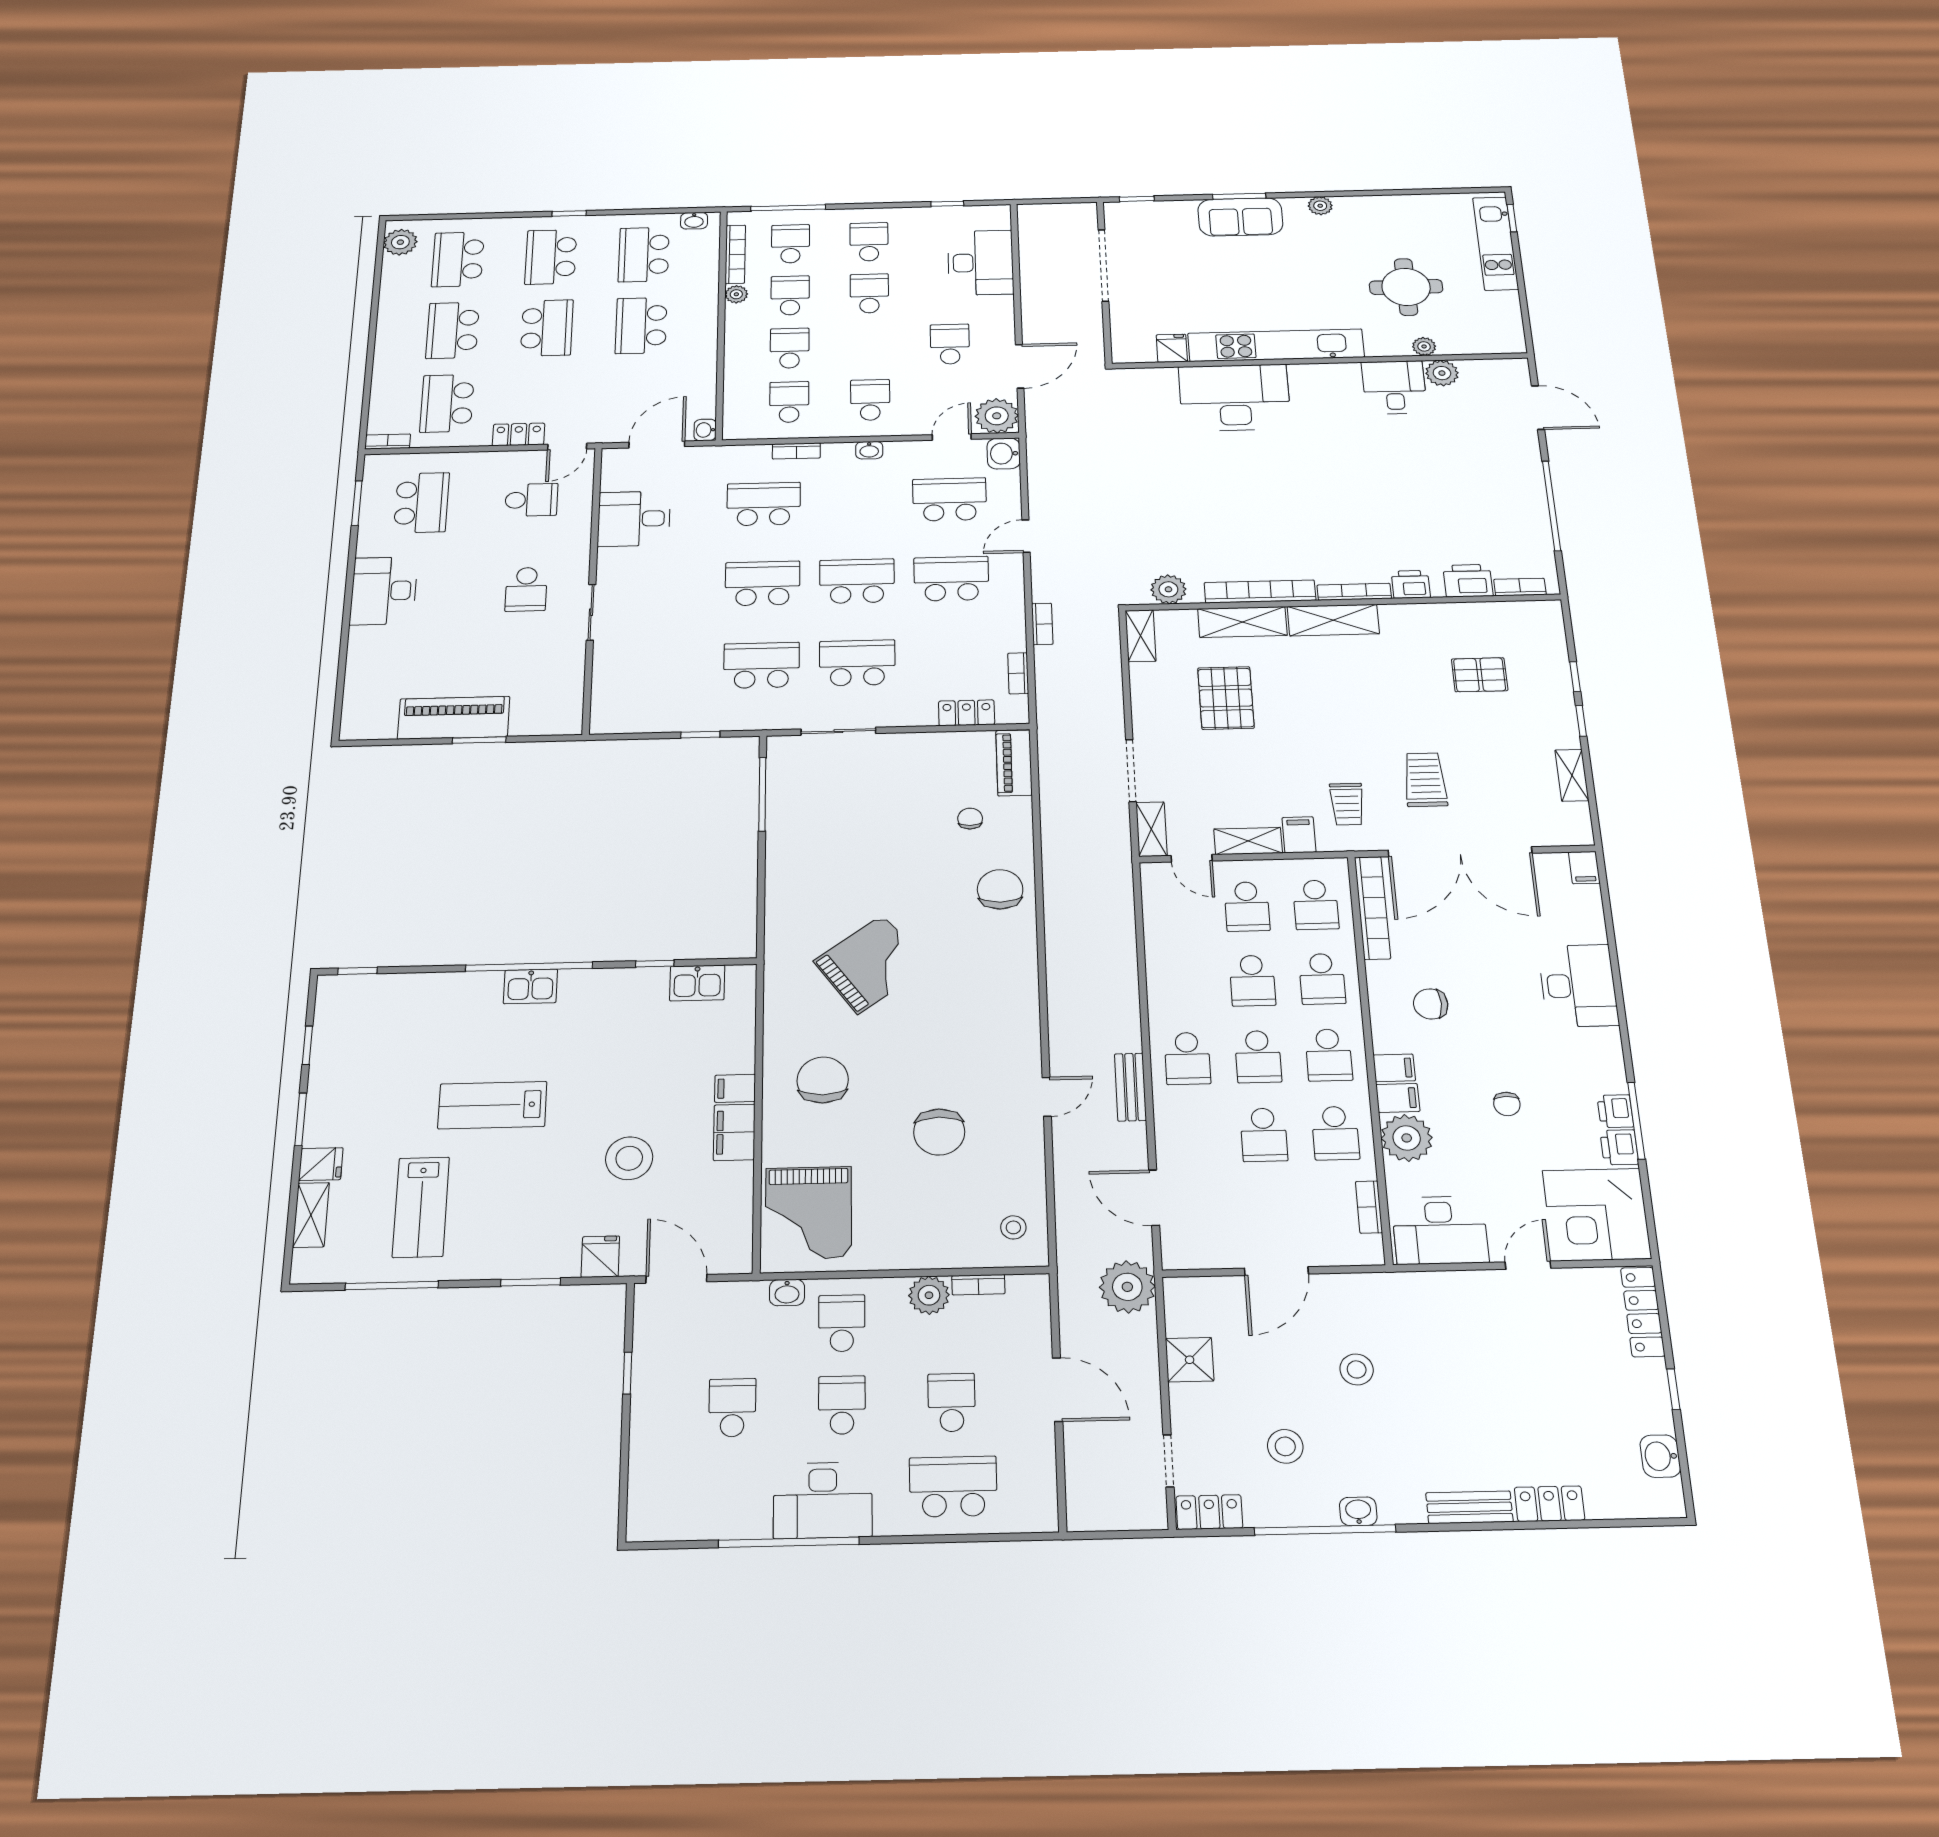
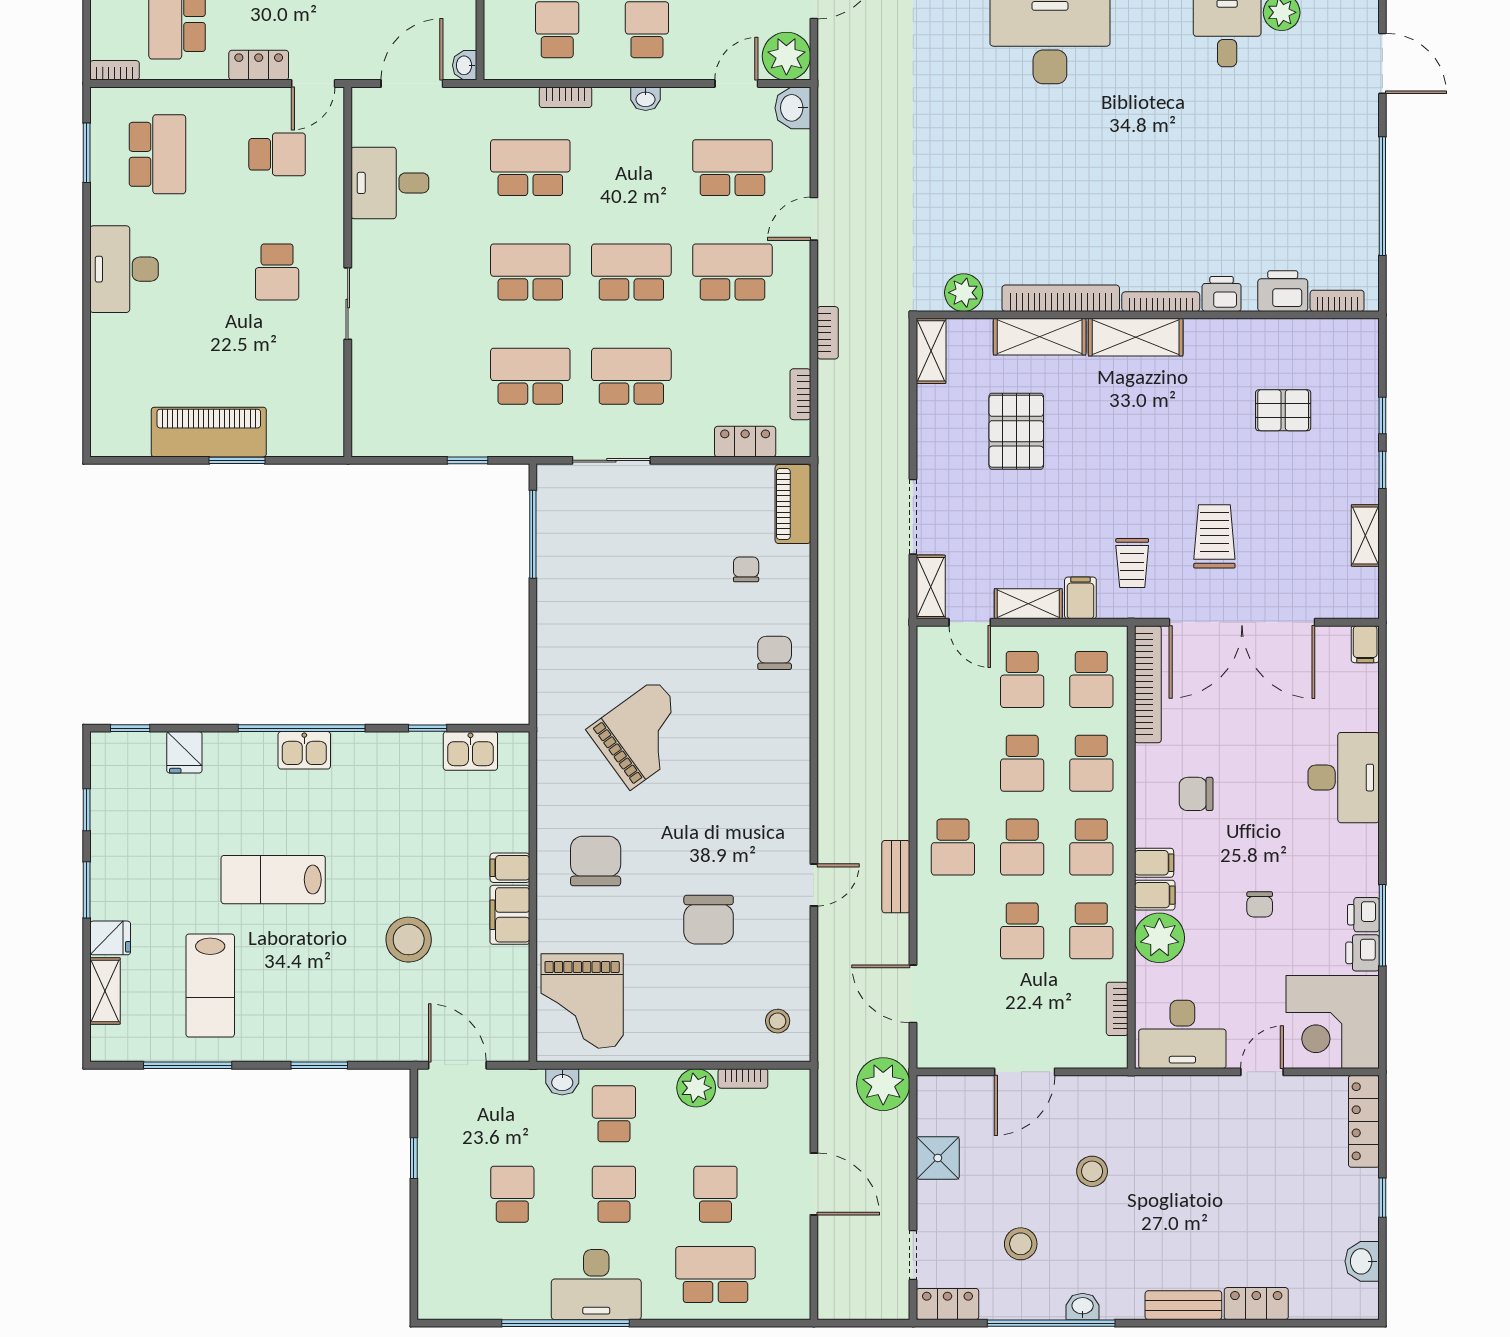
chair: (1000, 889) -> (775, 653), width x0.73, depth x0.73
fridge: (600, 1257) -> (184, 752), moved, turned 180

